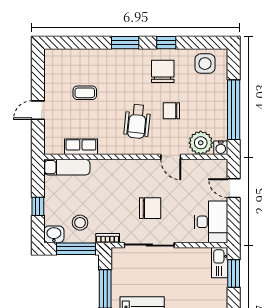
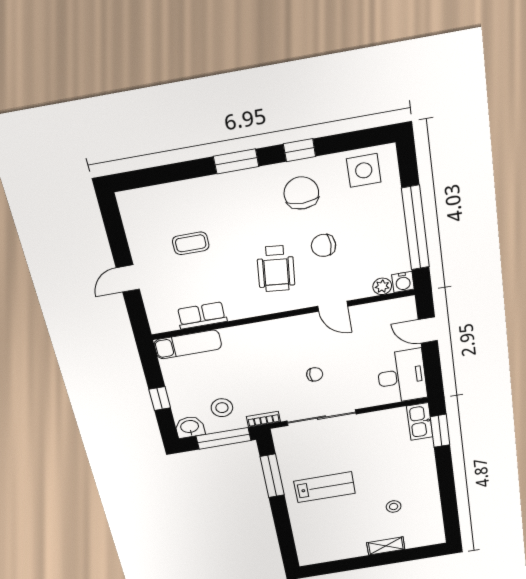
plant: (201, 143) -> (382, 286), width x0.53, depth x0.53
chair: (150, 208) -> (315, 374), width x0.54, depth x0.54

